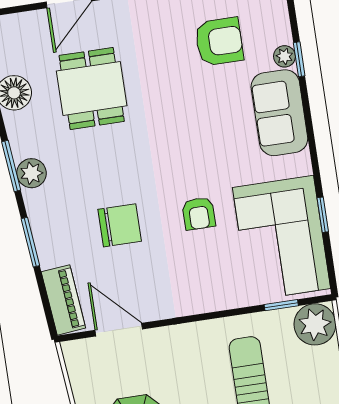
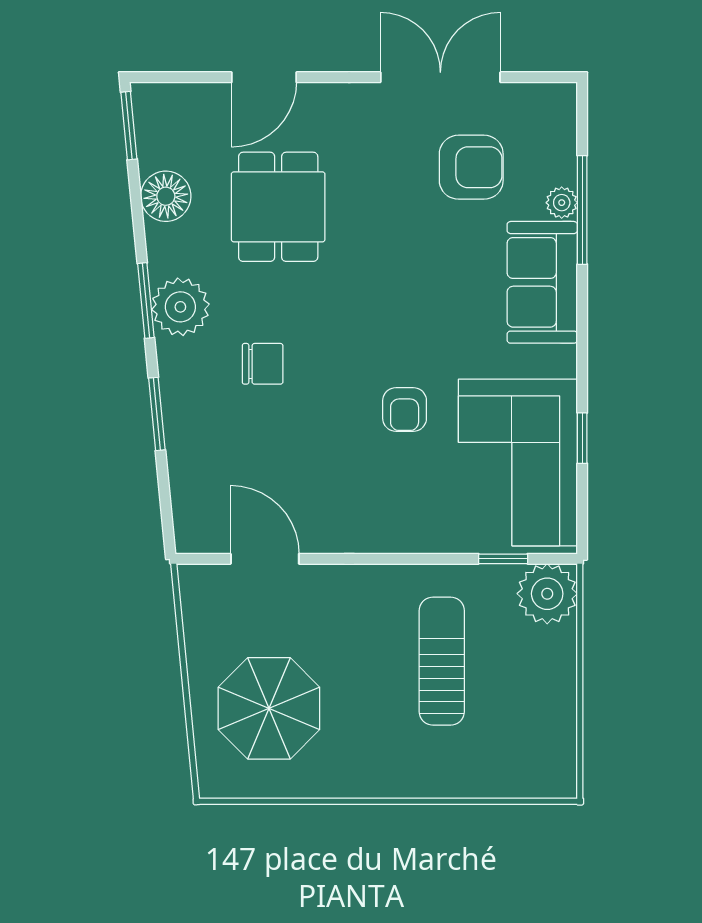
window: (299, 59) -> (582, 210), width x2.17
plant: (32, 173) -> (180, 307), width x1.36, depth x1.36
chair: (120, 225) -> (263, 364), moved, width x0.73, depth x0.73
piano: (63, 300) -> (192, 504), removed

